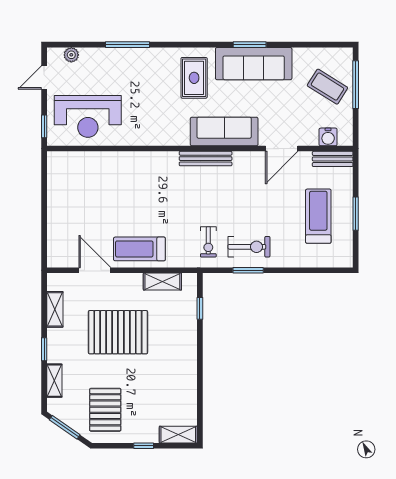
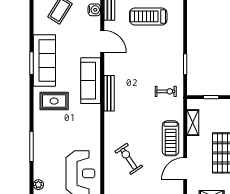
exercise bike: (249, 247) -> (129, 159), moved, turned -34

